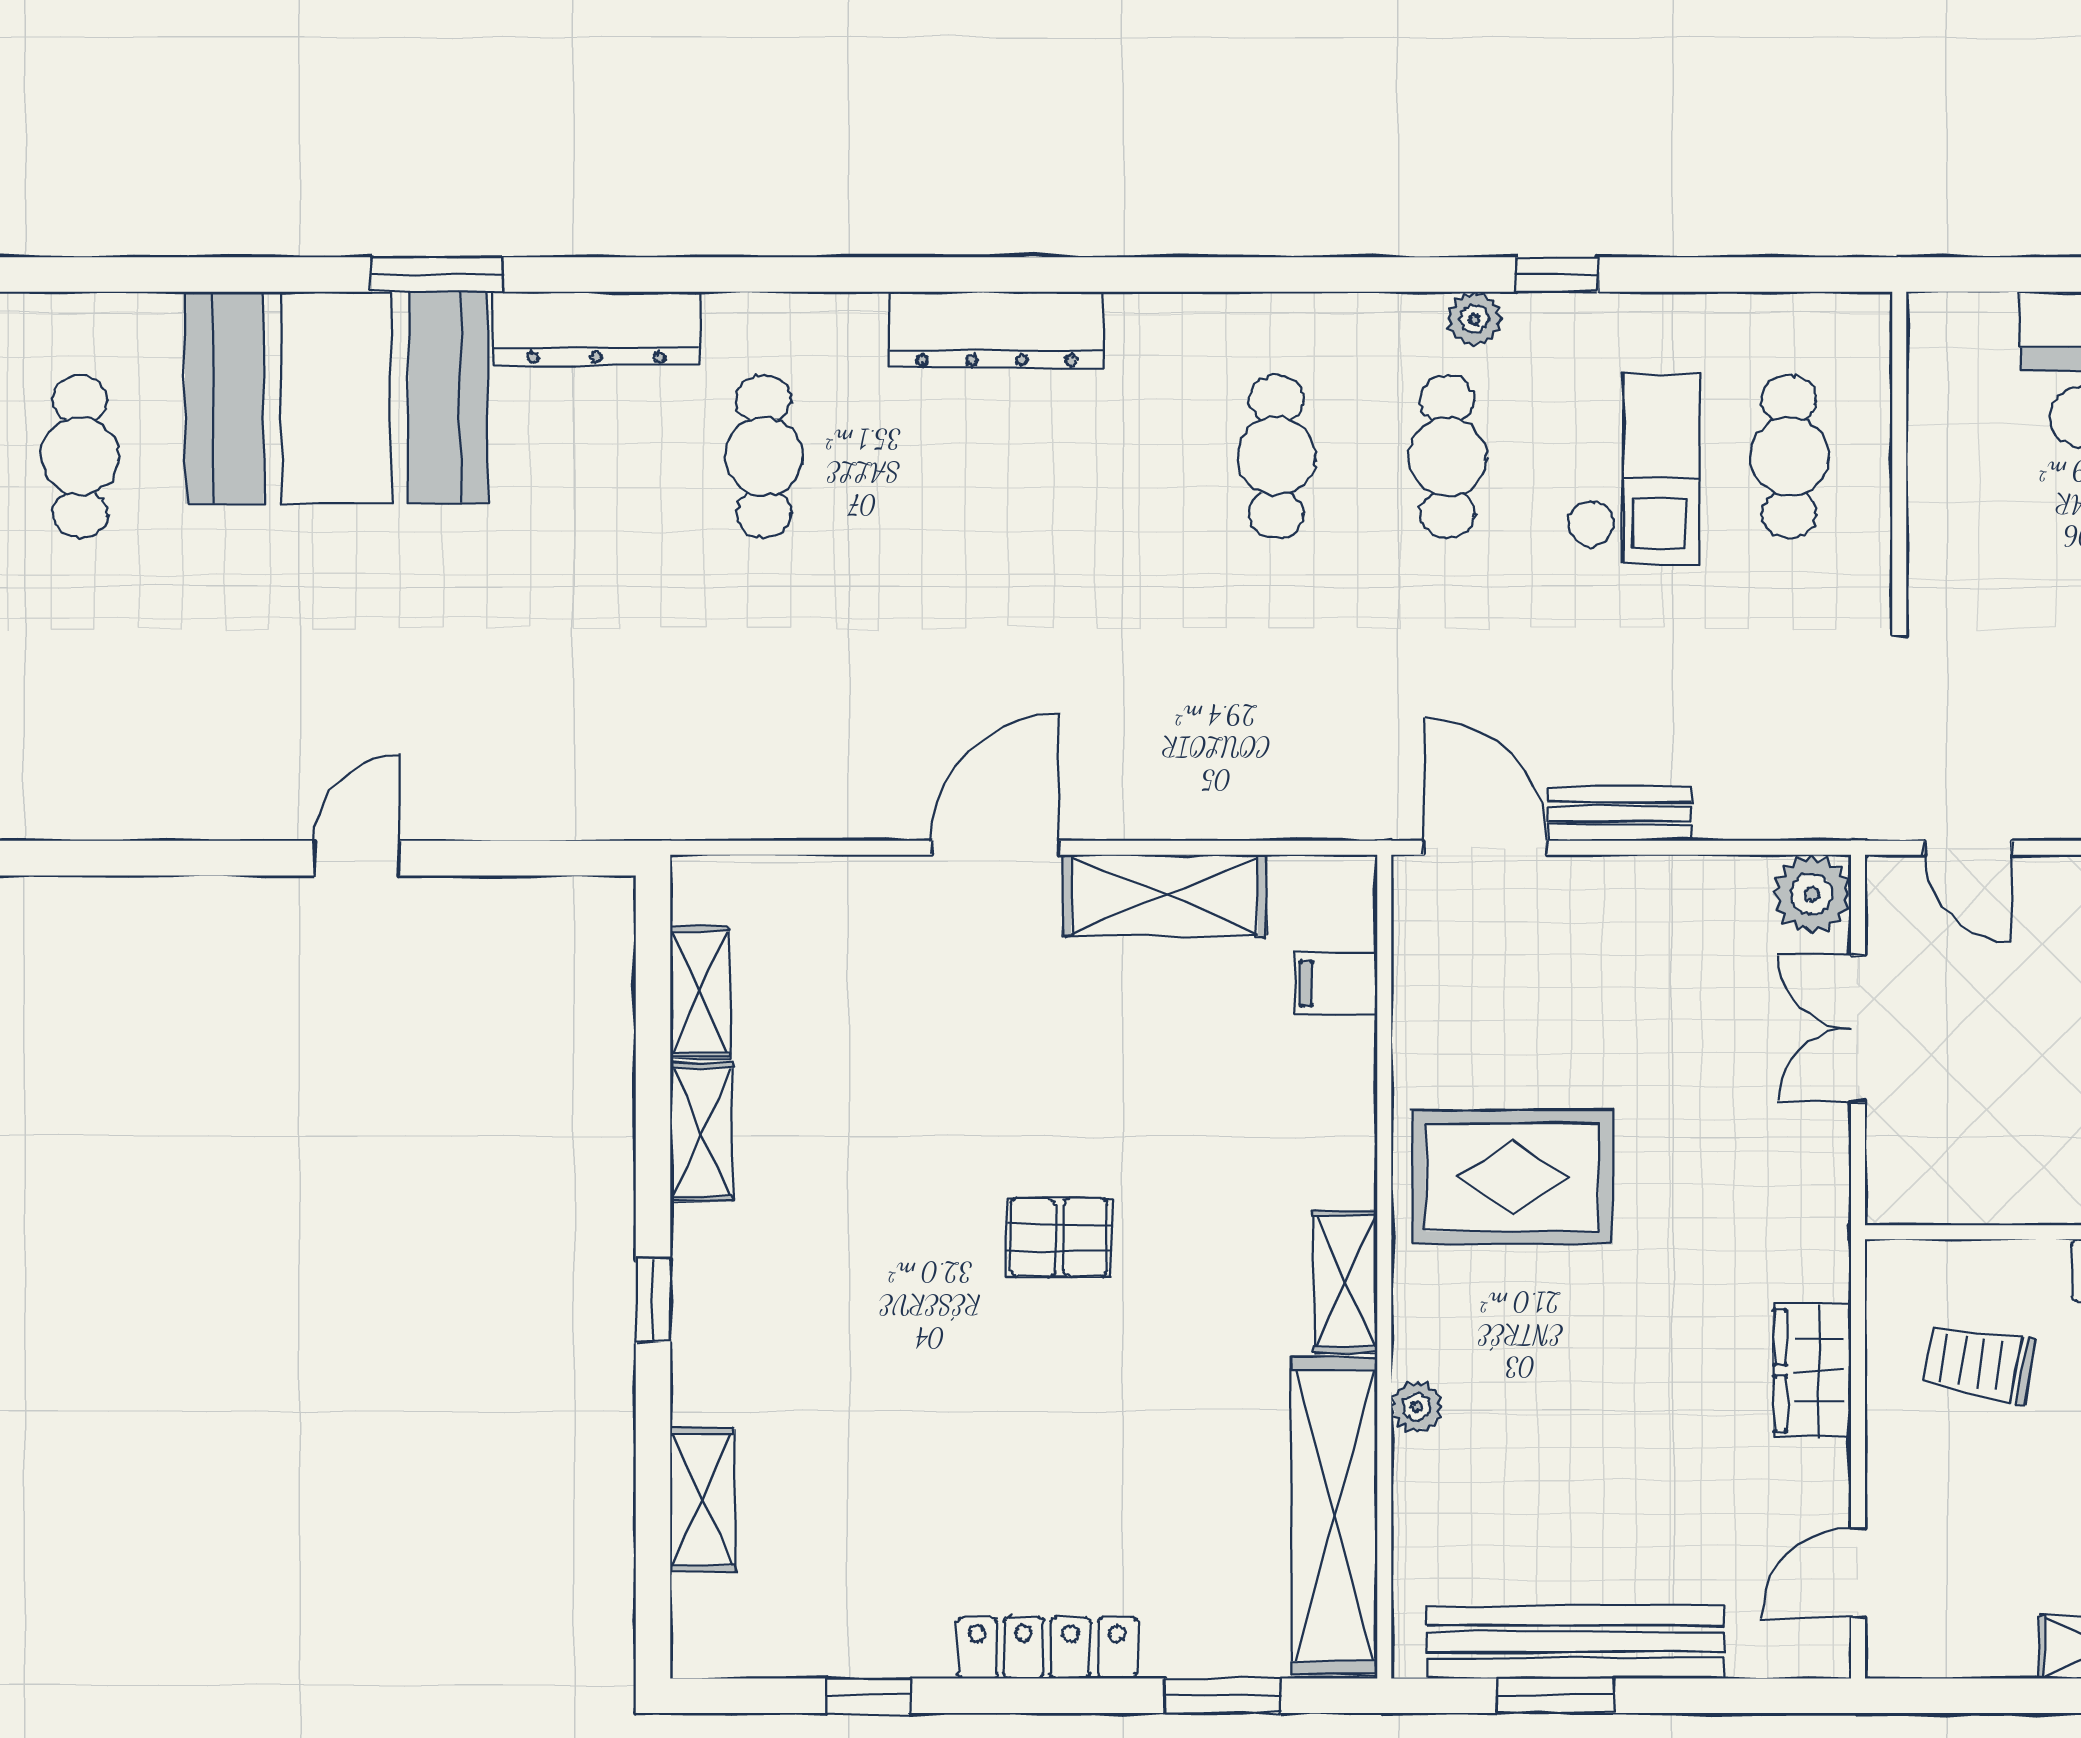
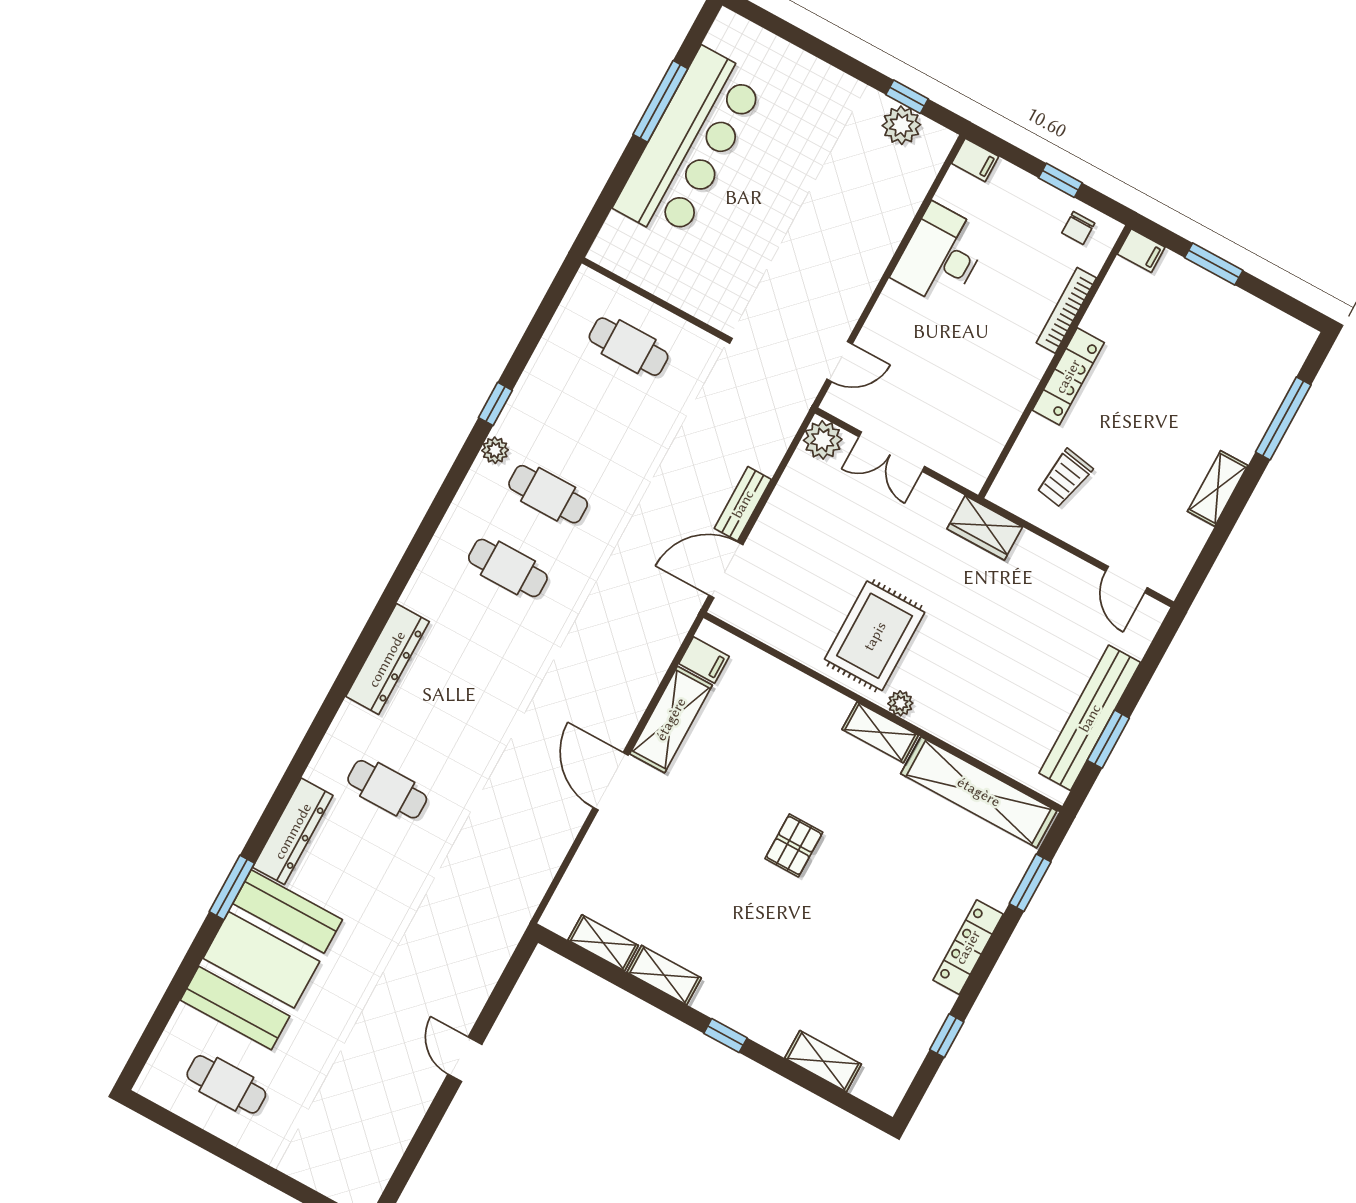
checkout: (1633, 469) -> (597, 417), removed
filing cabinet: (1336, 983) -> (704, 660), moved, turned -90
wardrobe: (1813, 1371) -> (985, 528), moved
plant: (1417, 1407) -> (900, 703), moved

